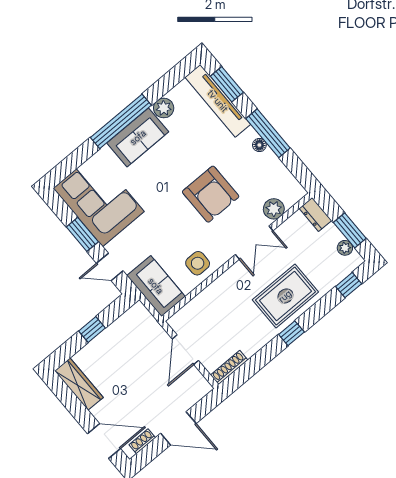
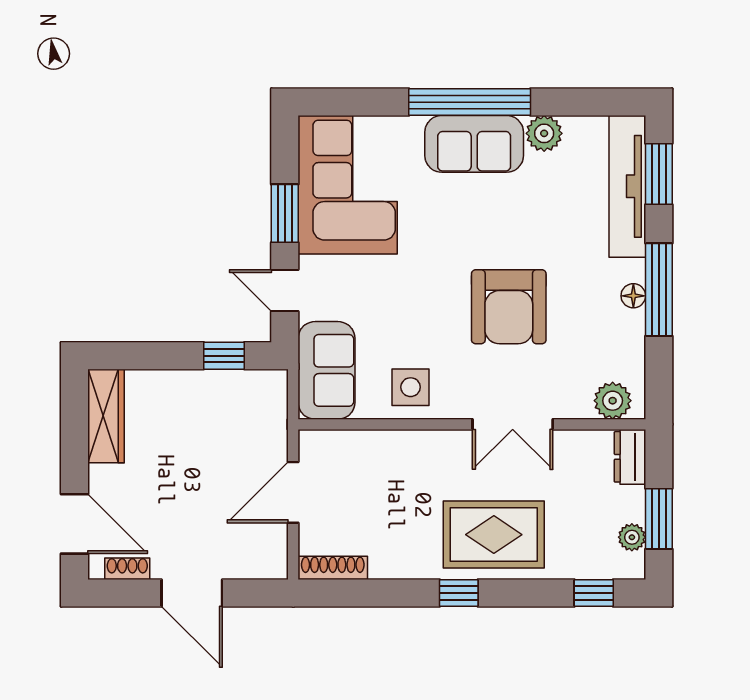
plant: (274, 209) -> (613, 401), moved
window: (92, 329) -> (224, 356), moved

